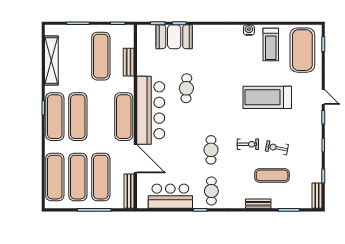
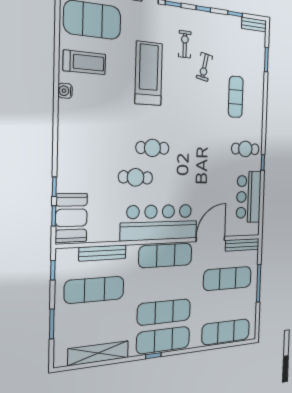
booth: (174, 37) -> (71, 218), moved
bench: (129, 62) -> (103, 253), width x1.36
treadmill: (267, 97) -> (149, 73), turned 180
exercise bike: (248, 144) -> (185, 44), moved
cafe table: (211, 150) -> (152, 148), moved
exercise mat: (272, 175) -> (236, 97), moved
exercise mat: (78, 177) -> (227, 305), removed
bench: (258, 204) -> (259, 95), removed

